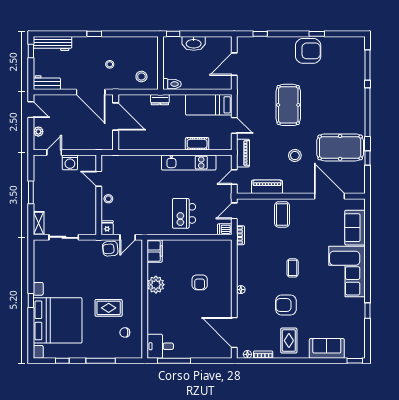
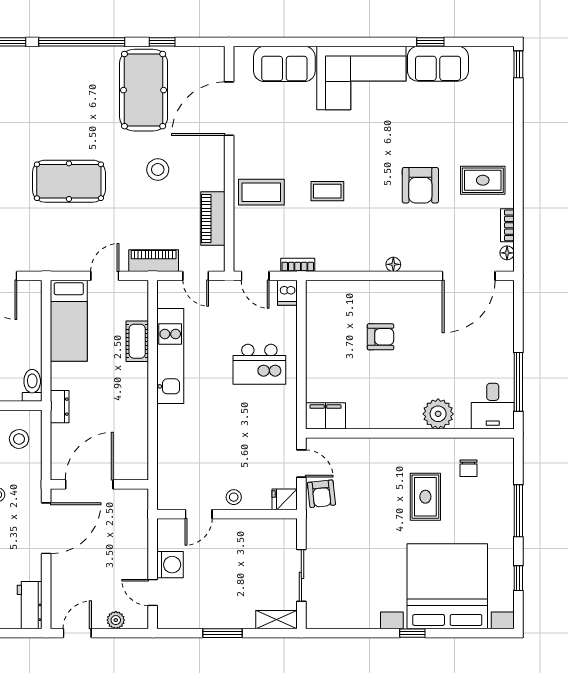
coffee table: (293, 268) -> (327, 191), moved
plant: (156, 285) -> (438, 414), moved
sofa: (327, 348) -> (438, 64), moved, turned -90

